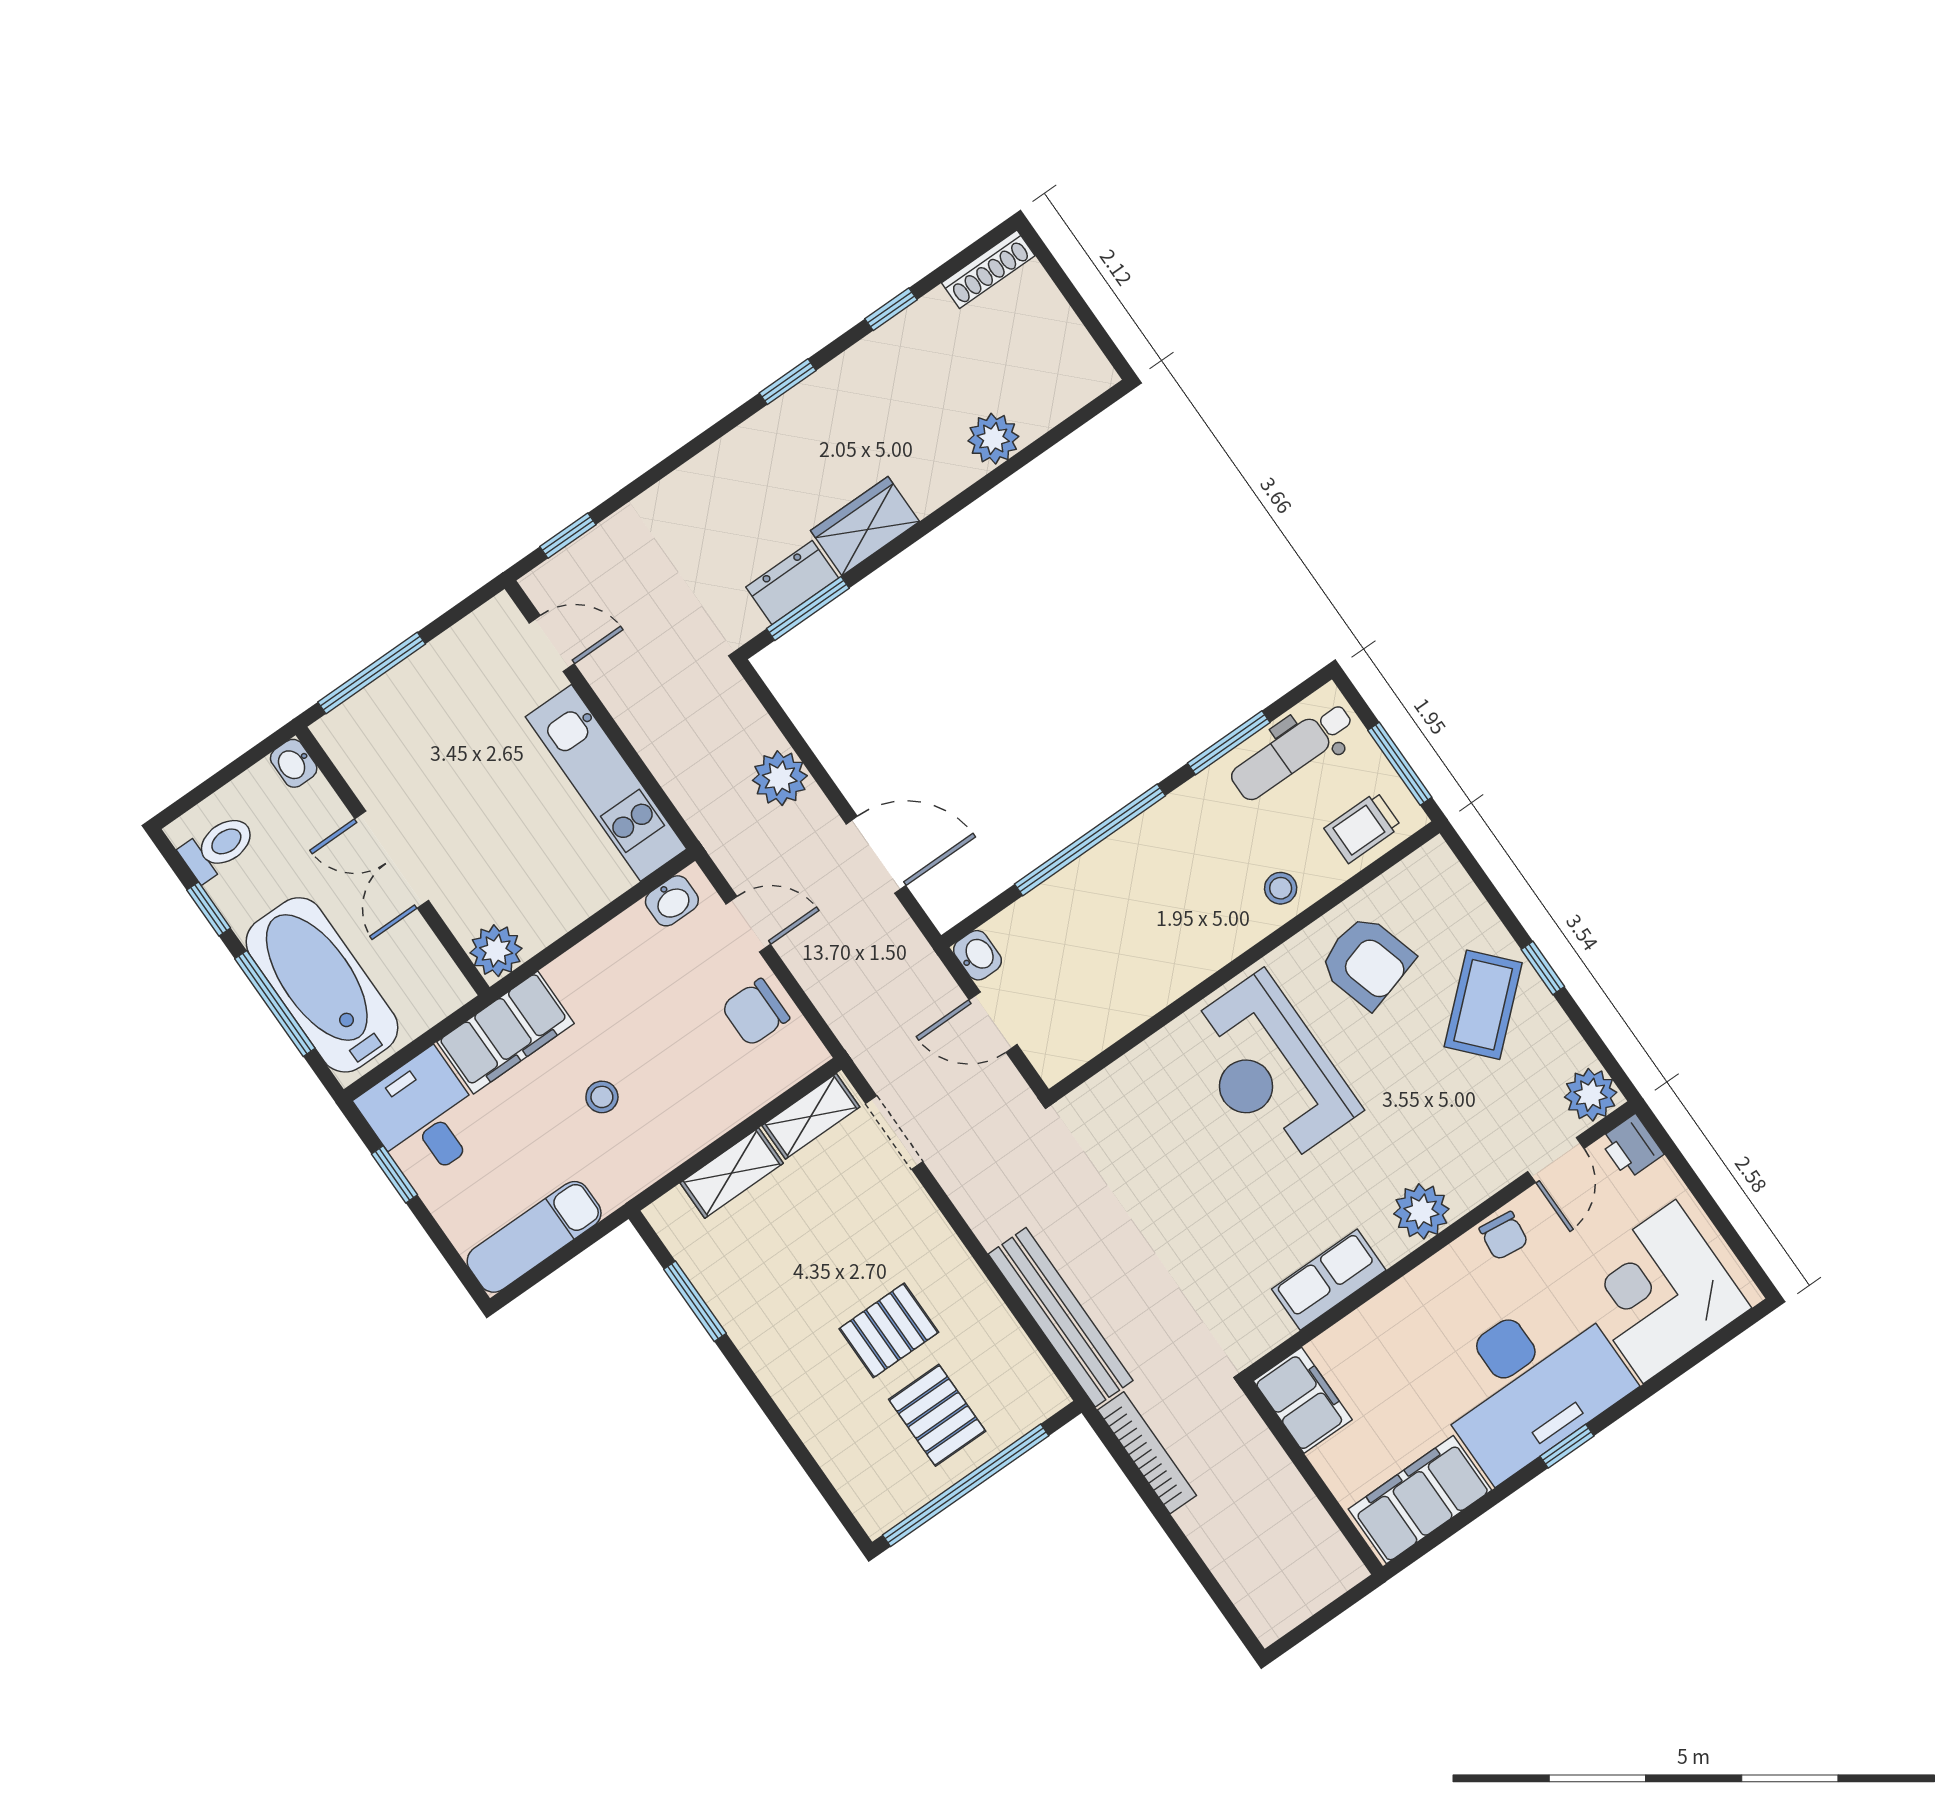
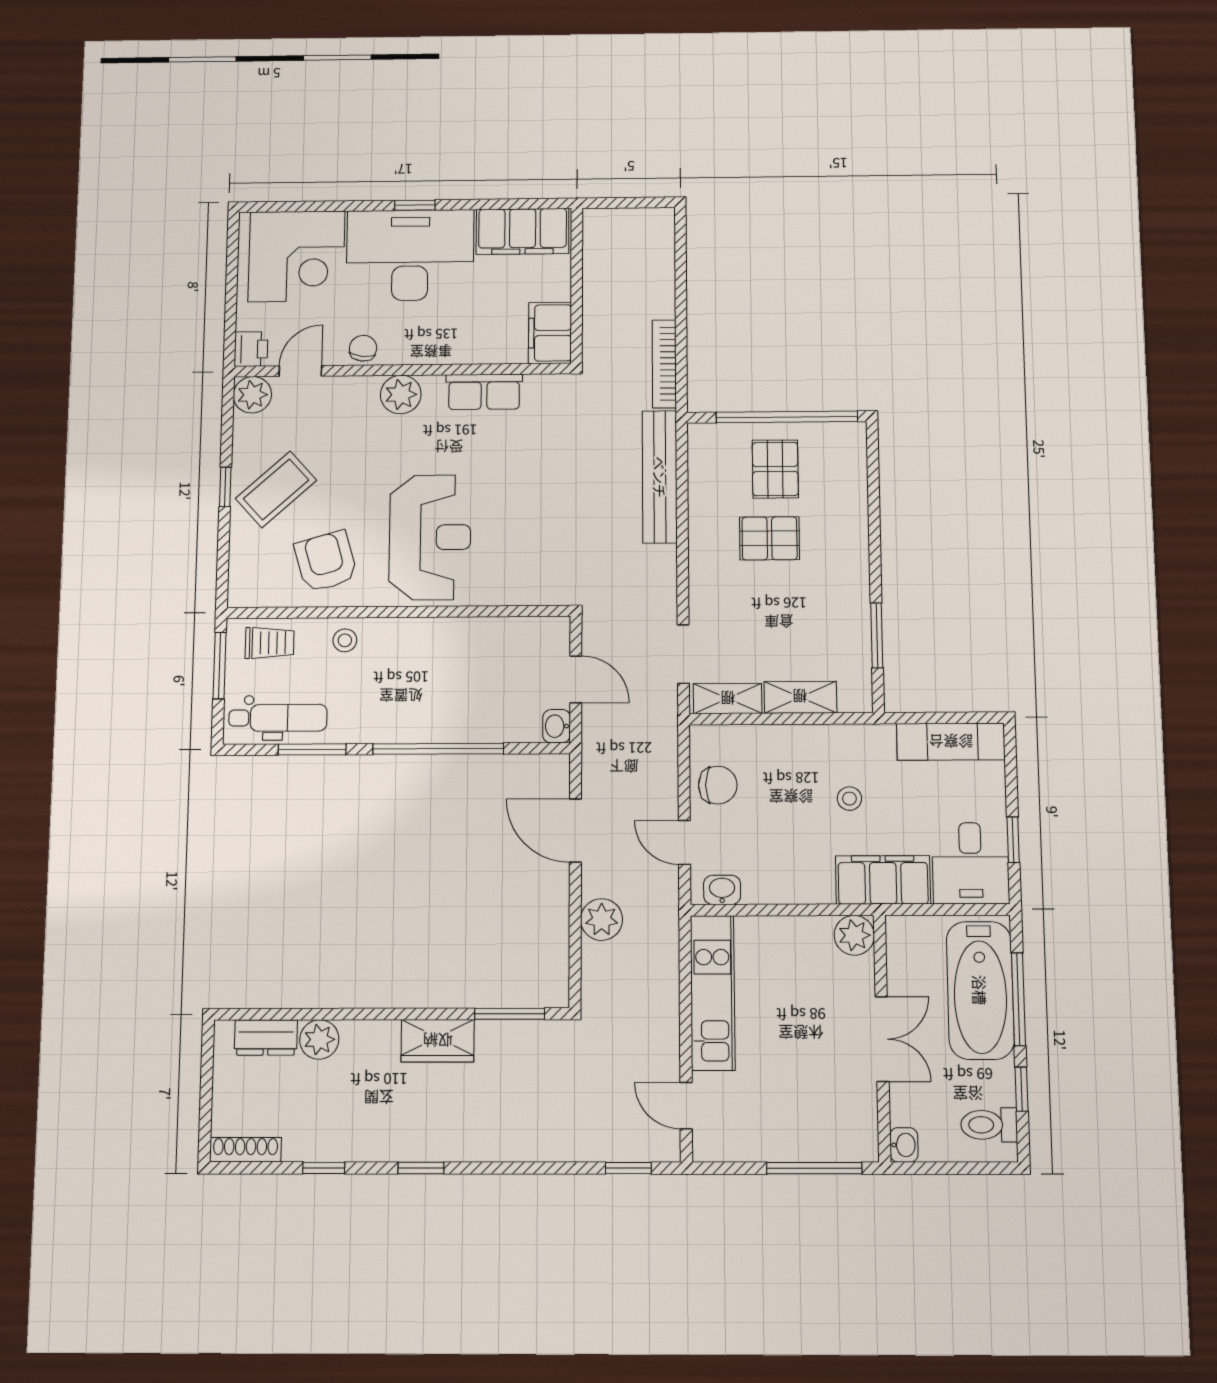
dresser: (792, 583) -> (266, 1038), moved

